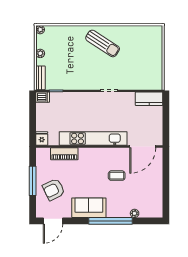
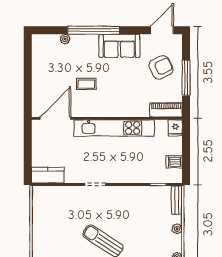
dishwasher: (43, 97) -> (174, 162), moved
piano: (64, 154) -> (166, 110), moved

